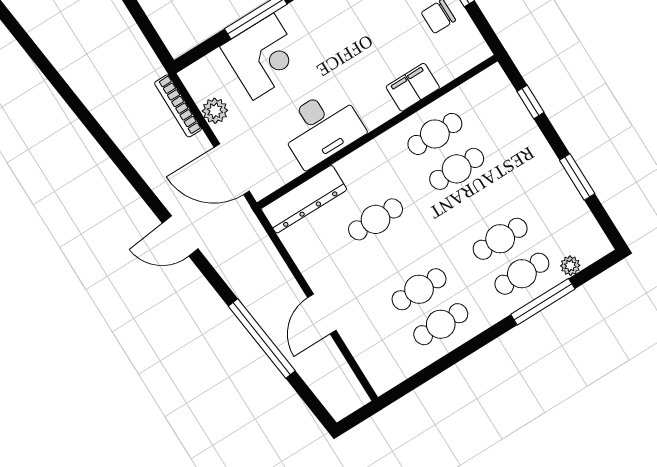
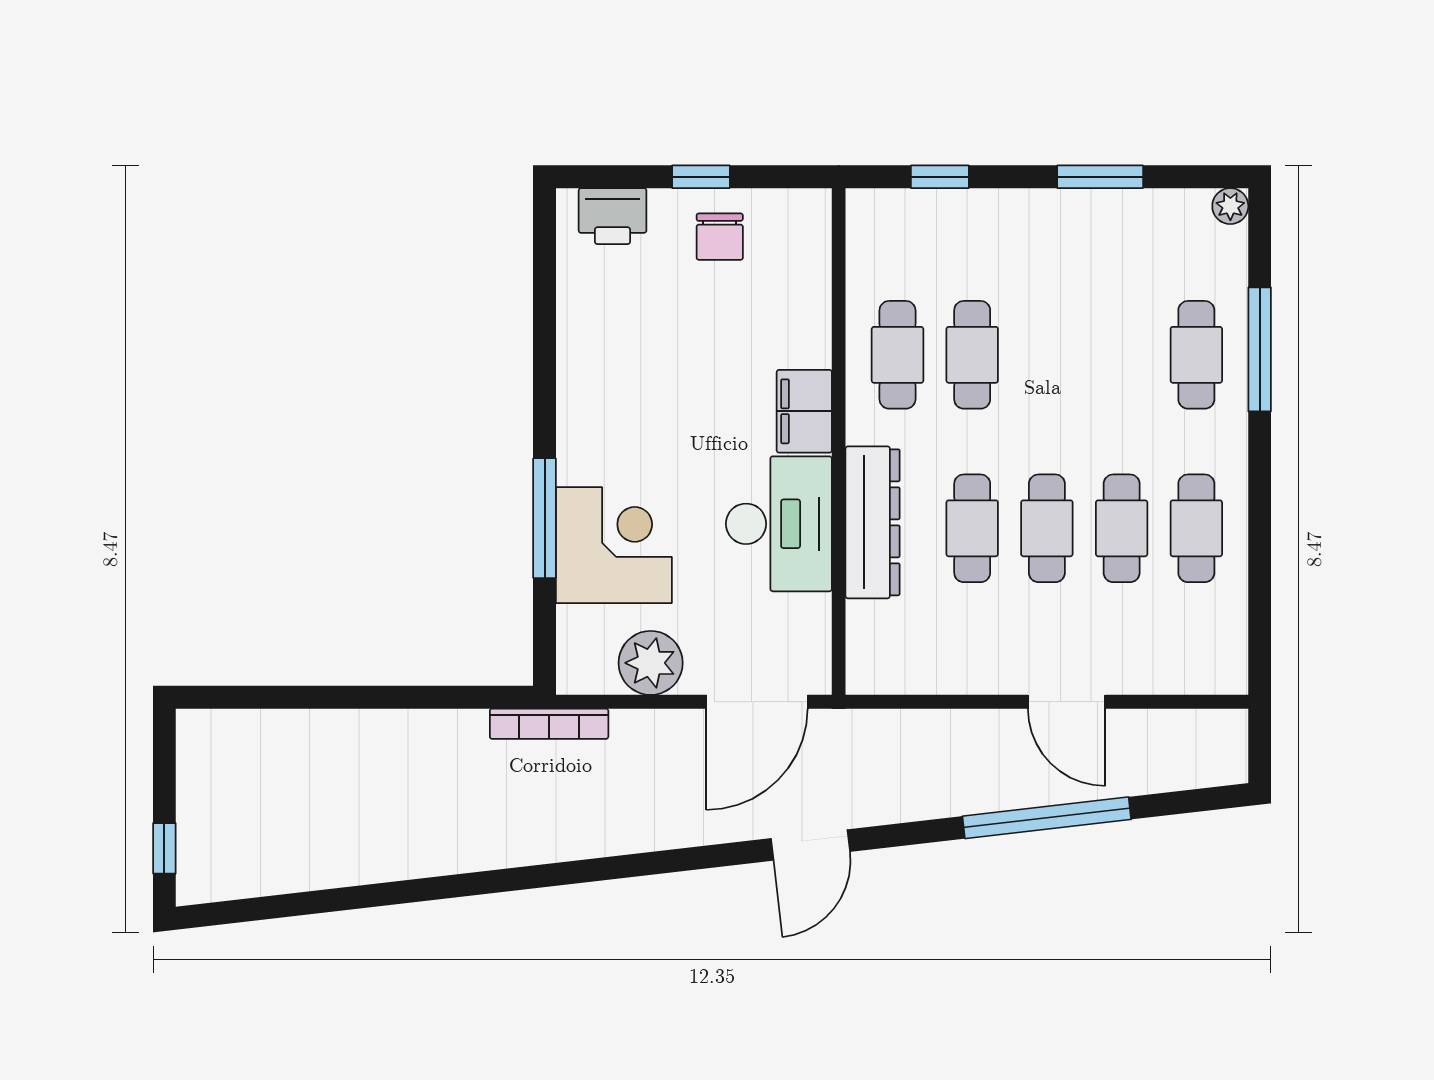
filing cabinet: (413, 87) -> (804, 411), moved
bookcase: (178, 106) -> (549, 724), moved
plant: (215, 111) -> (651, 663), width x1.36, depth x1.36
dresser: (304, 199) -> (873, 522), moved
cafe table: (500, 239) -> (1047, 528), moved
plant: (570, 266) -> (1230, 206), moved

